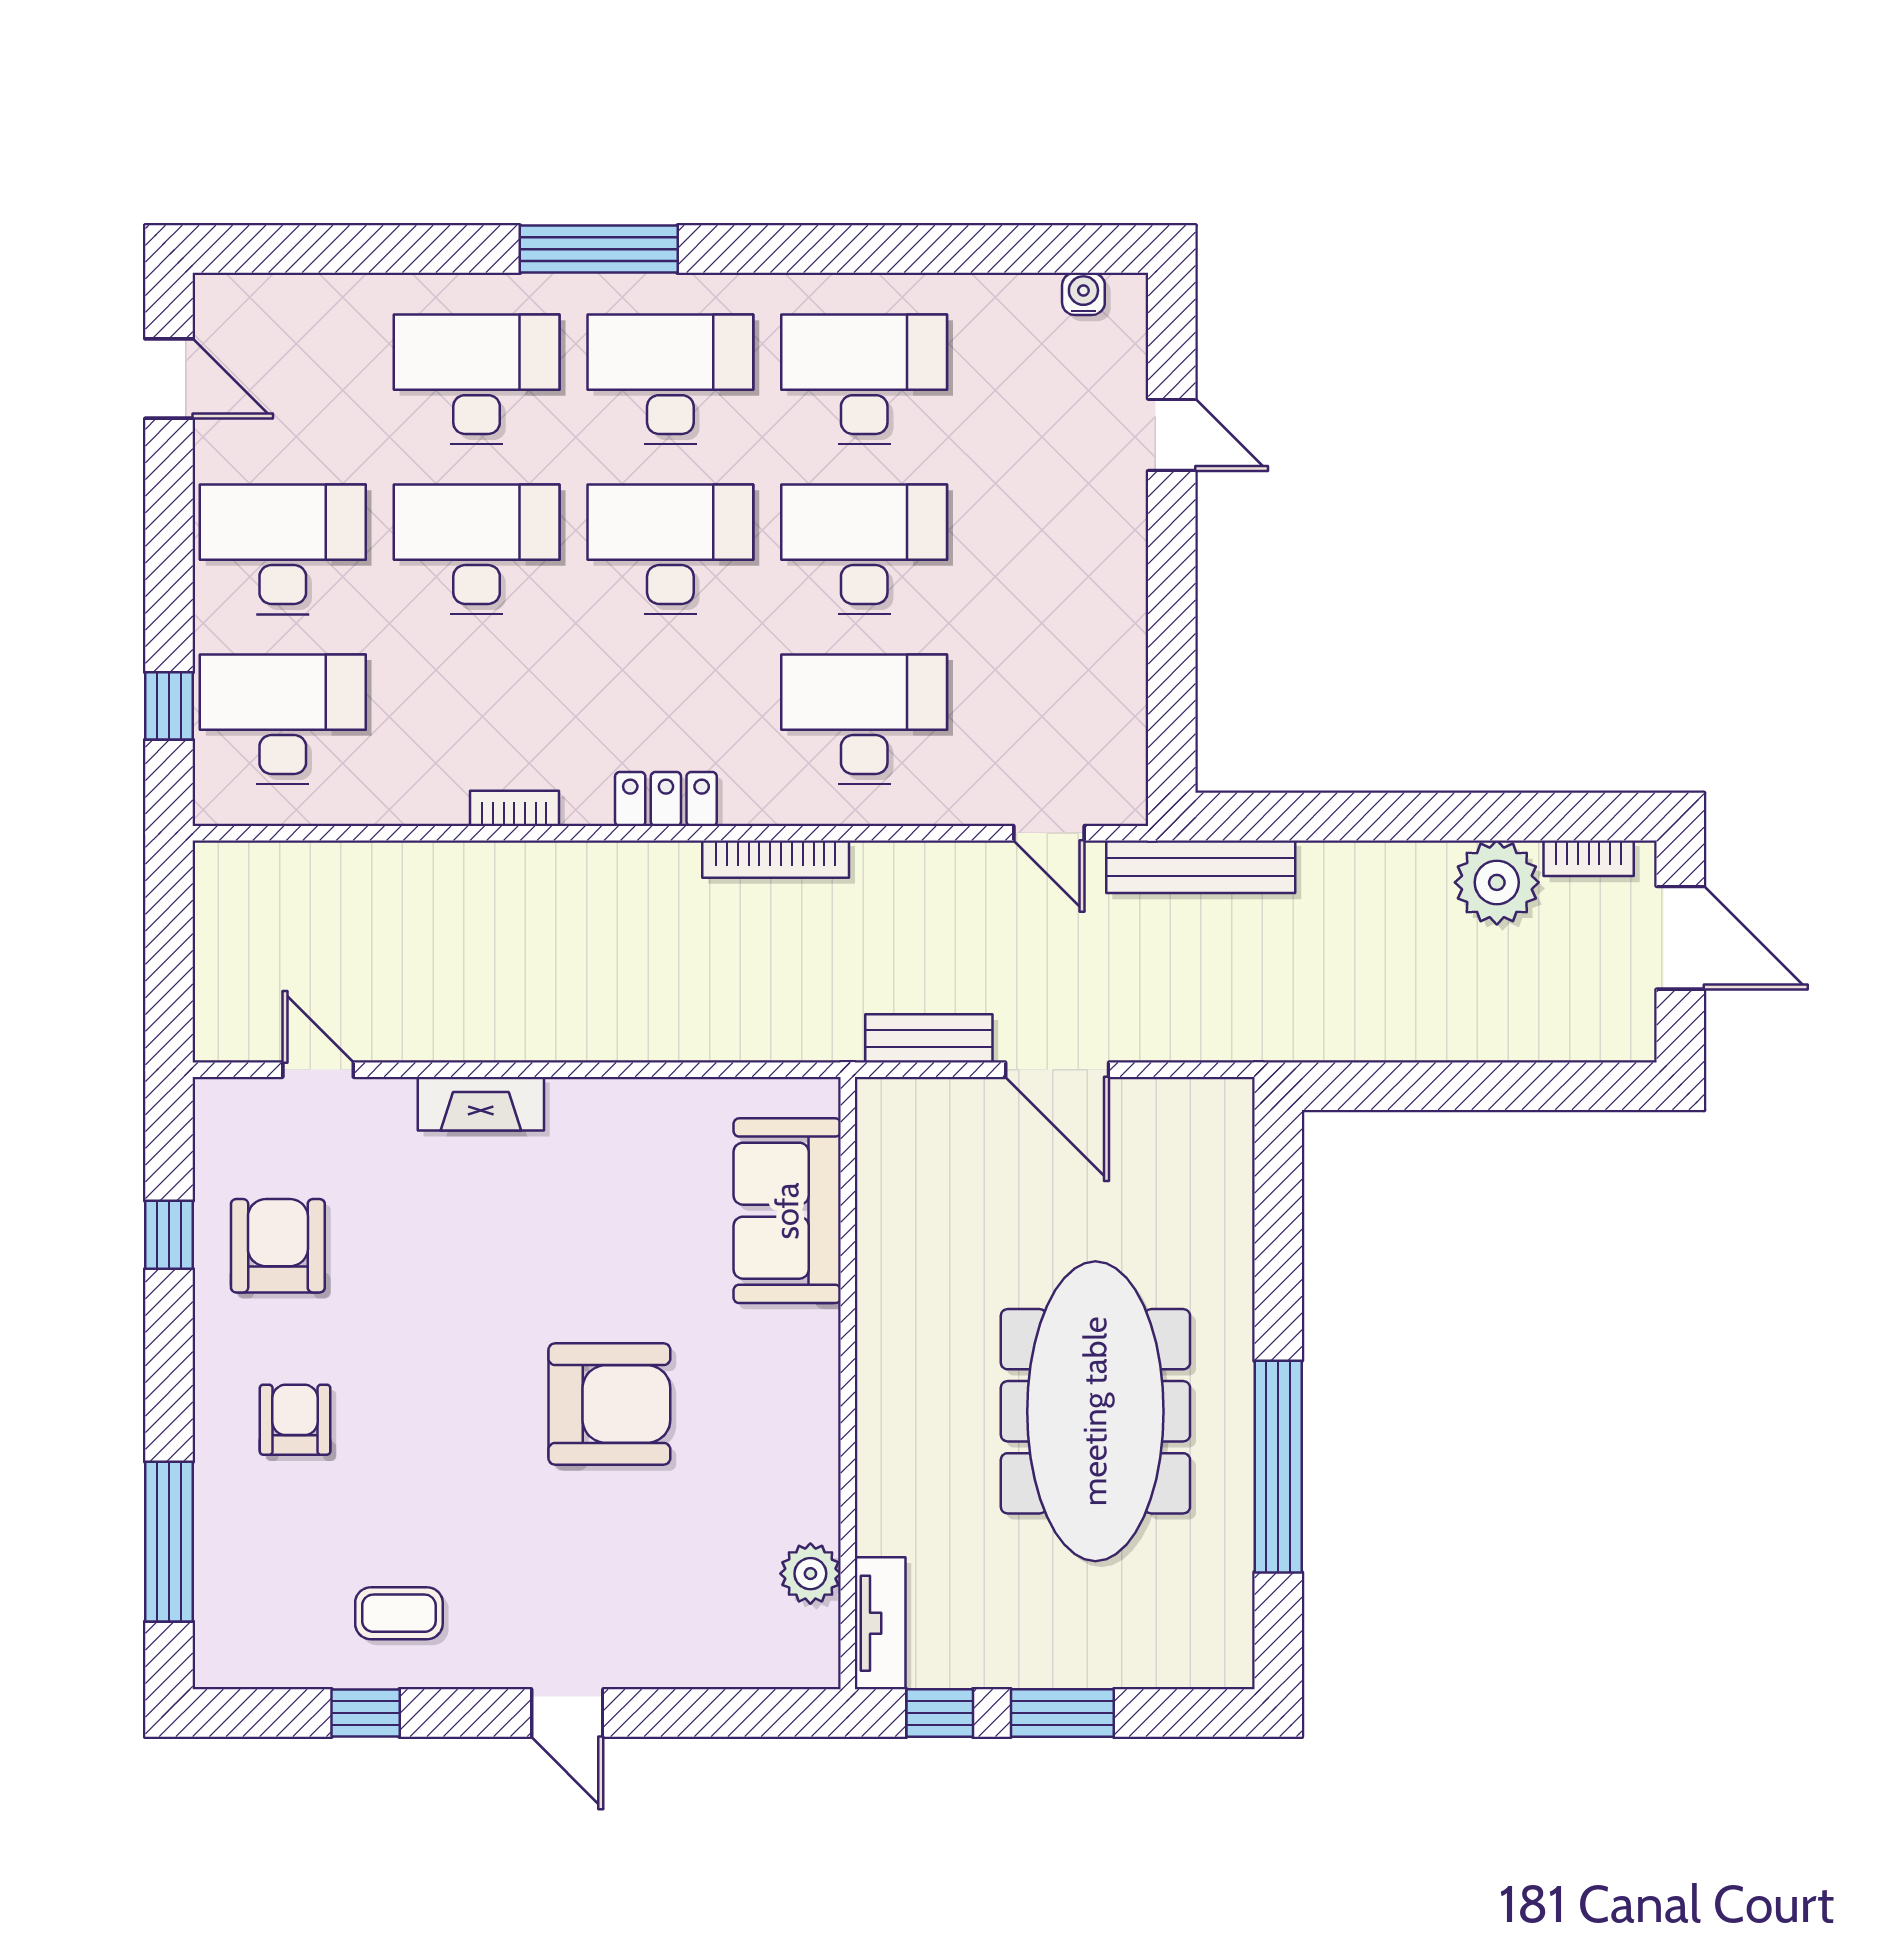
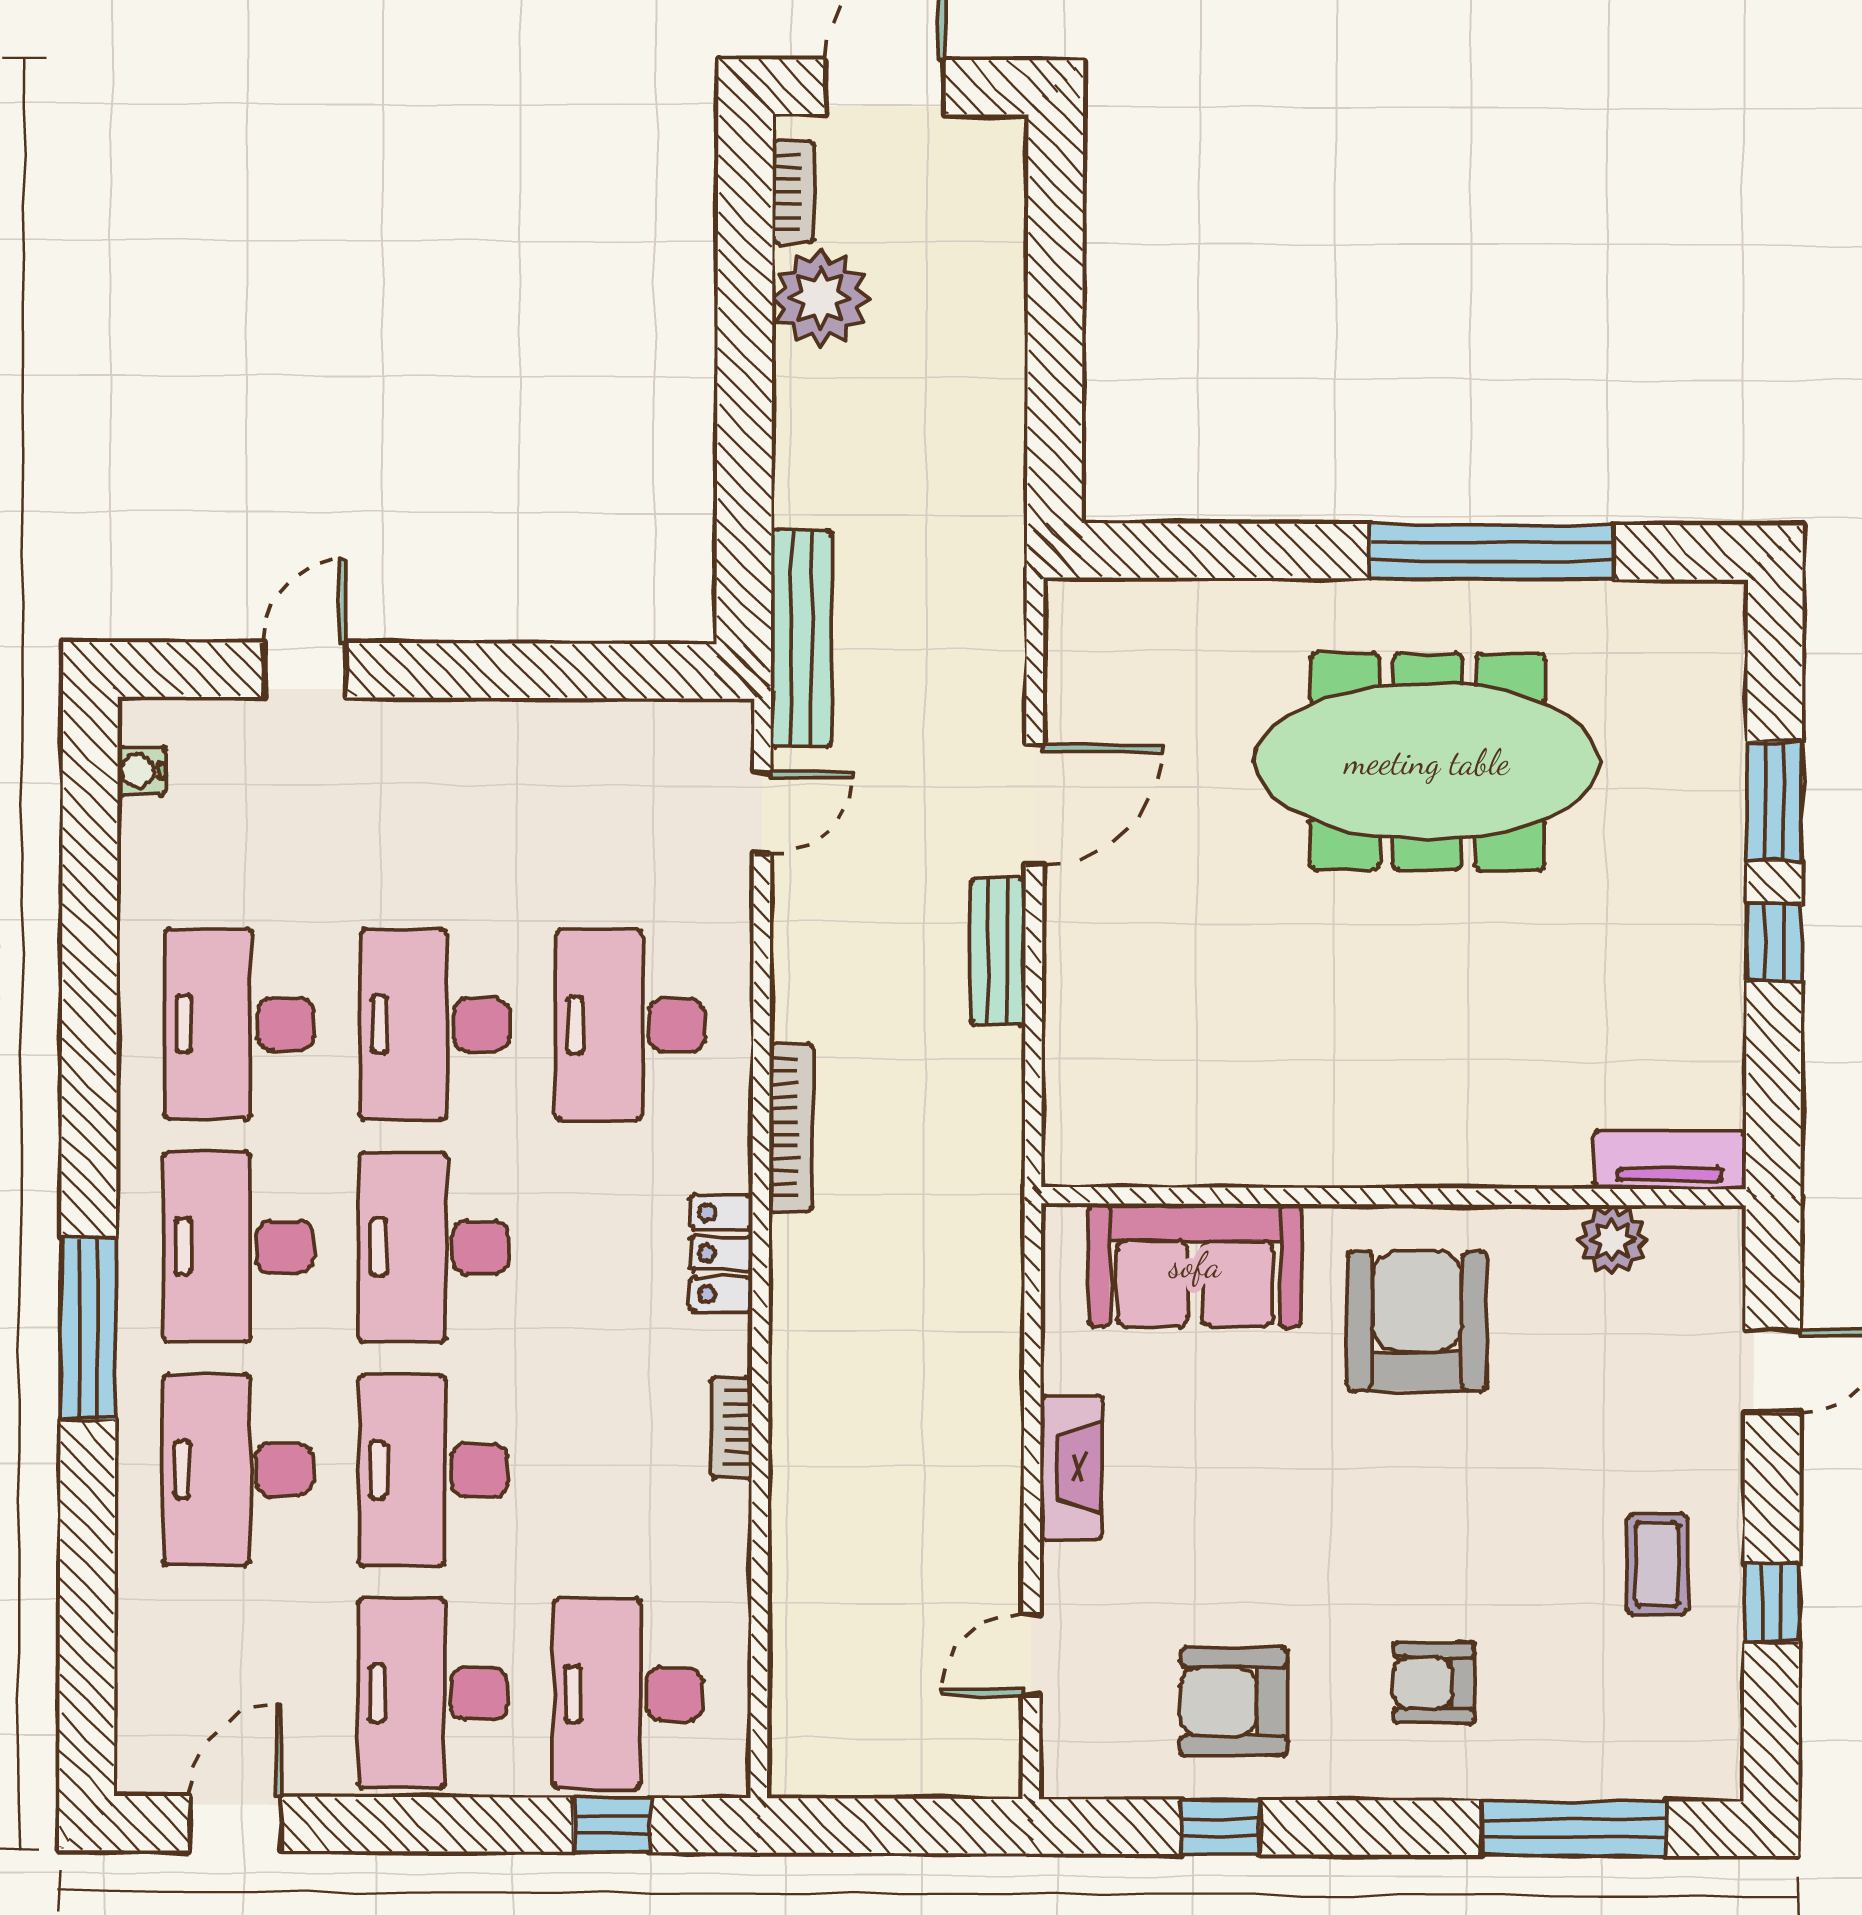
sofa: (787, 1211) -> (1195, 1265), moved
wall: (848, 1383) -> (1393, 1196), moved
plant: (810, 1574) -> (1613, 1240), moved
tv unit: (880, 1623) -> (1670, 1160), moved

